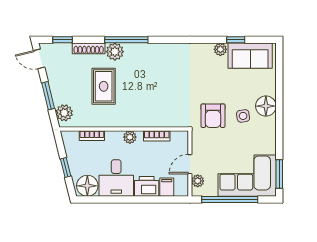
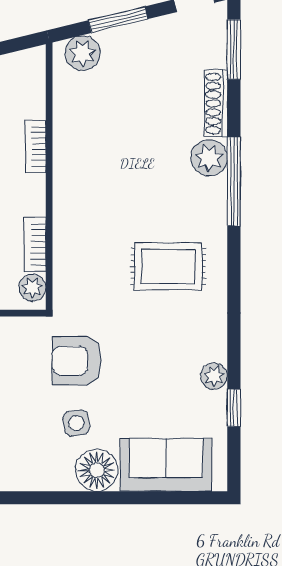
window: (62, 40) -> (234, 49), width x1.50
sofa: (250, 56) -> (166, 465), moved, turned 90
rug: (104, 86) -> (168, 266), moved
bookcase: (92, 136) -> (35, 147), moved
plant: (130, 137) -> (32, 288), moved

